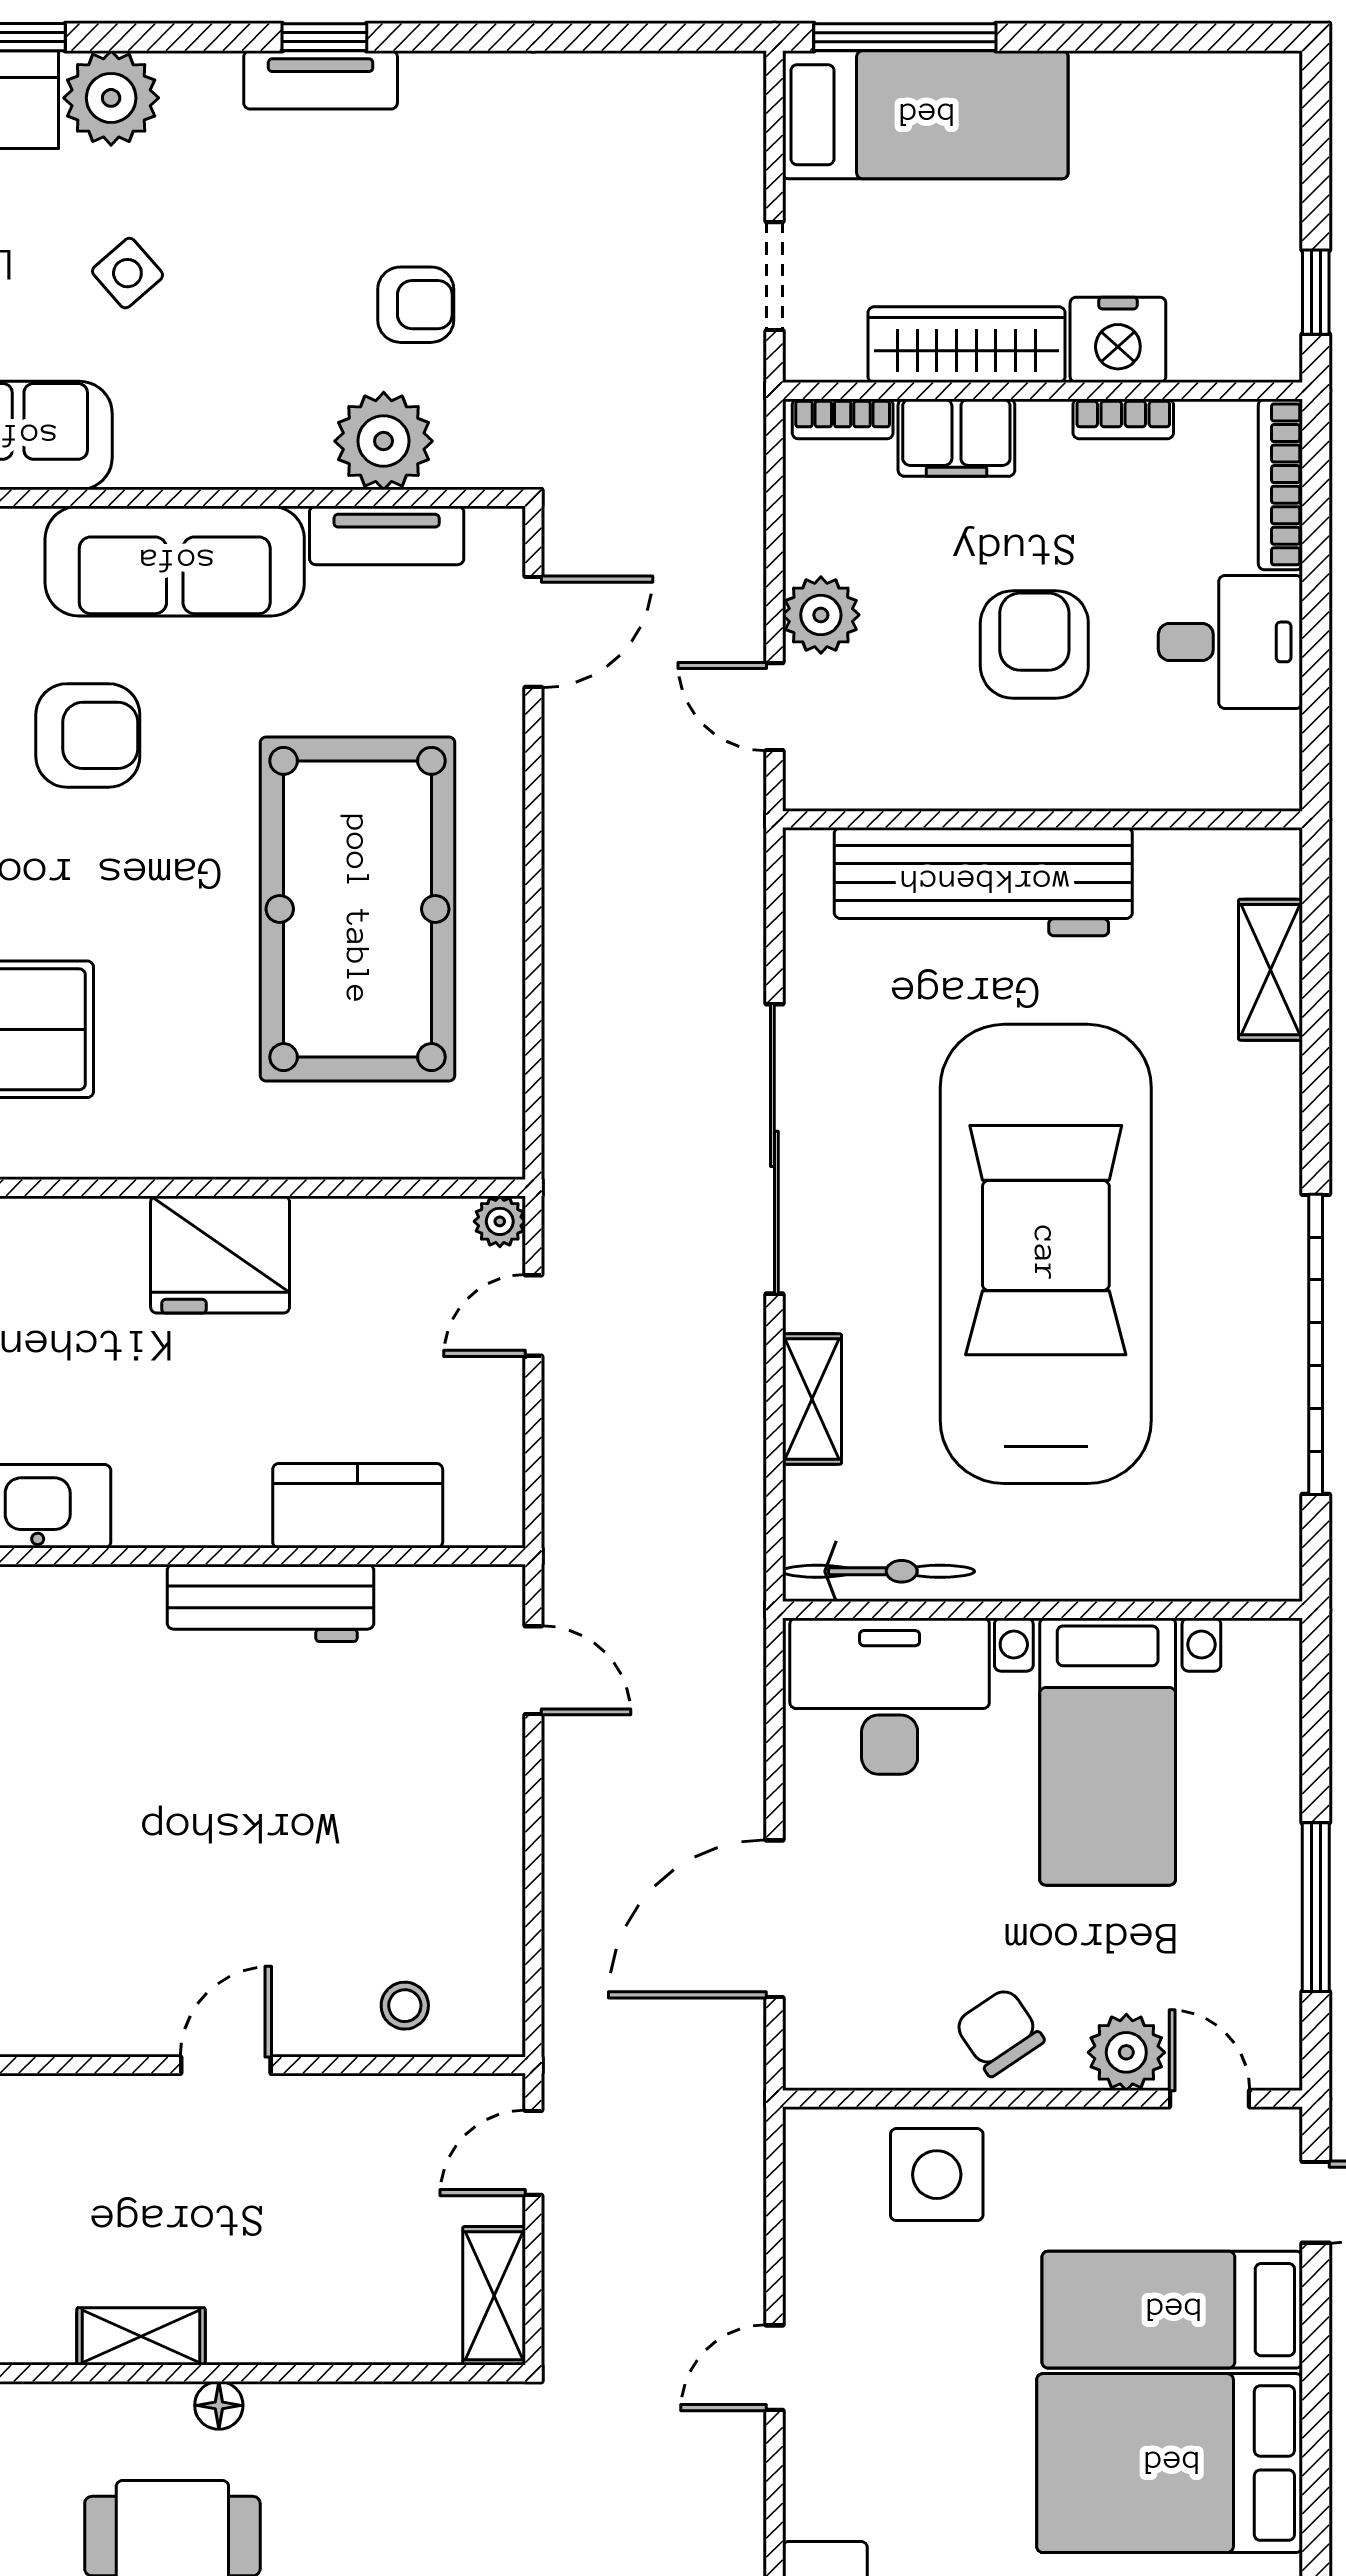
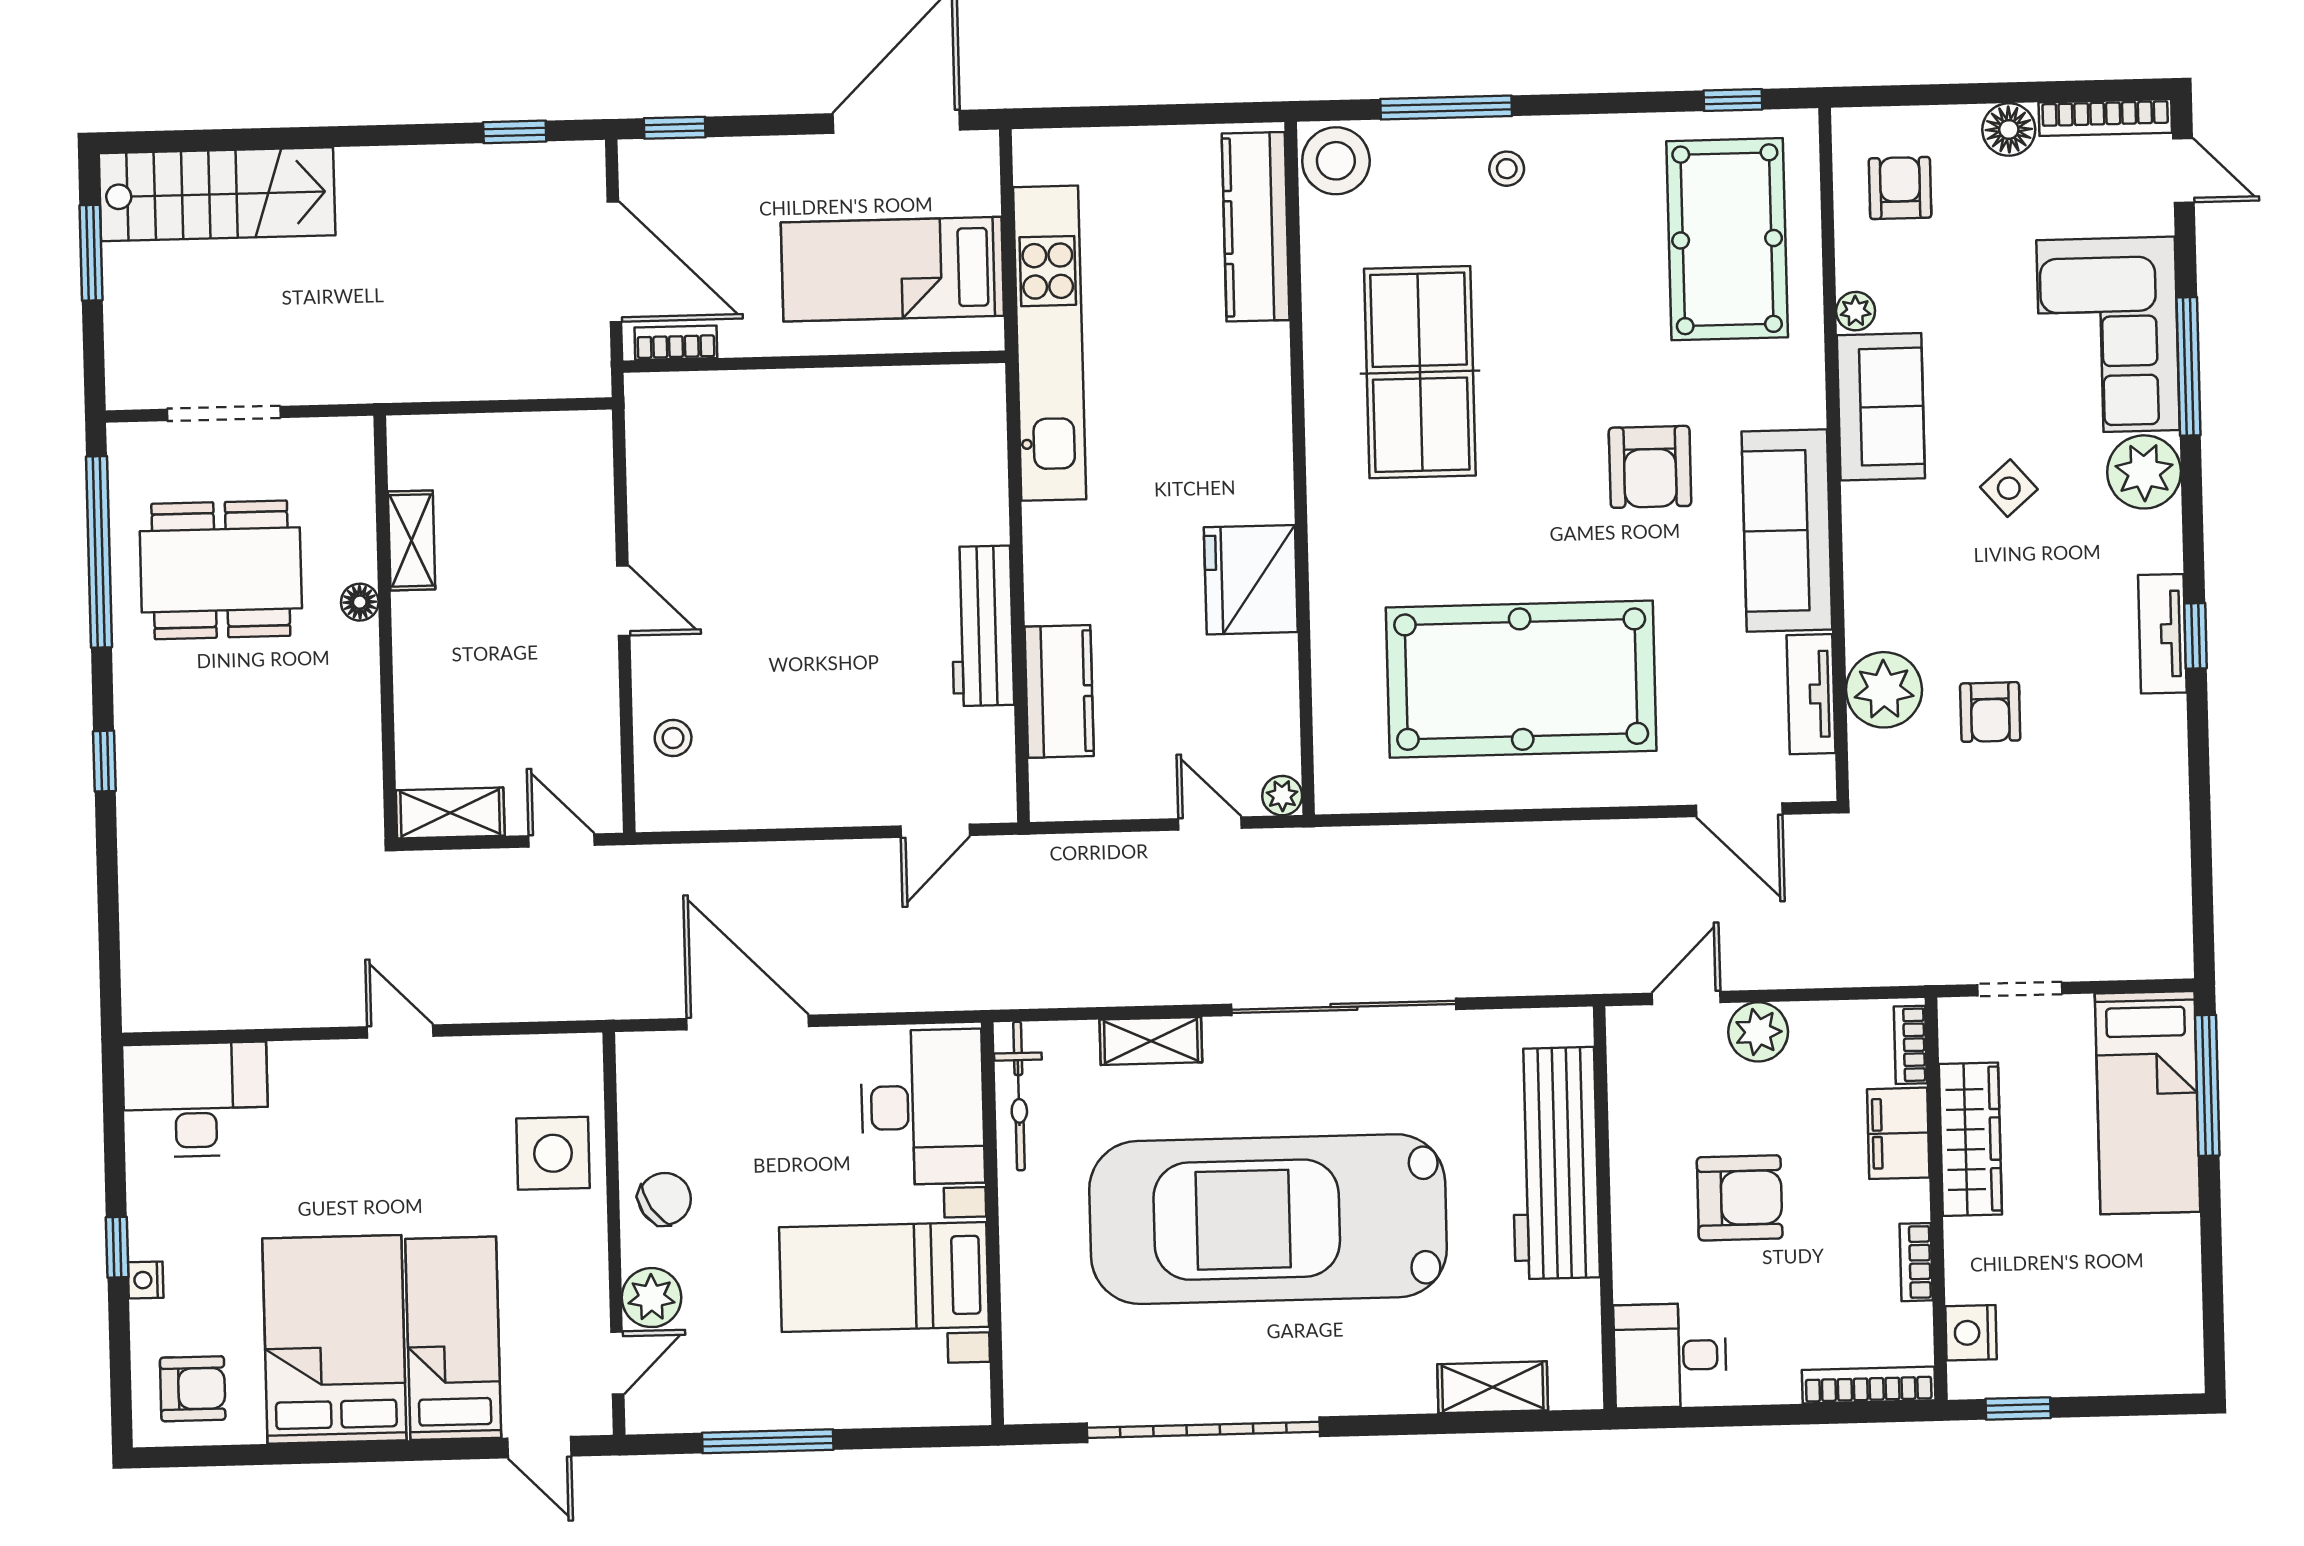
nightstand: (1118, 340) -> (1971, 1333), moved, width x0.74, depth x0.75
desk: (1230, 642) -> (1670, 1356), moved, turned 90
car: (1046, 1254) -> (1268, 1219), turned 180

